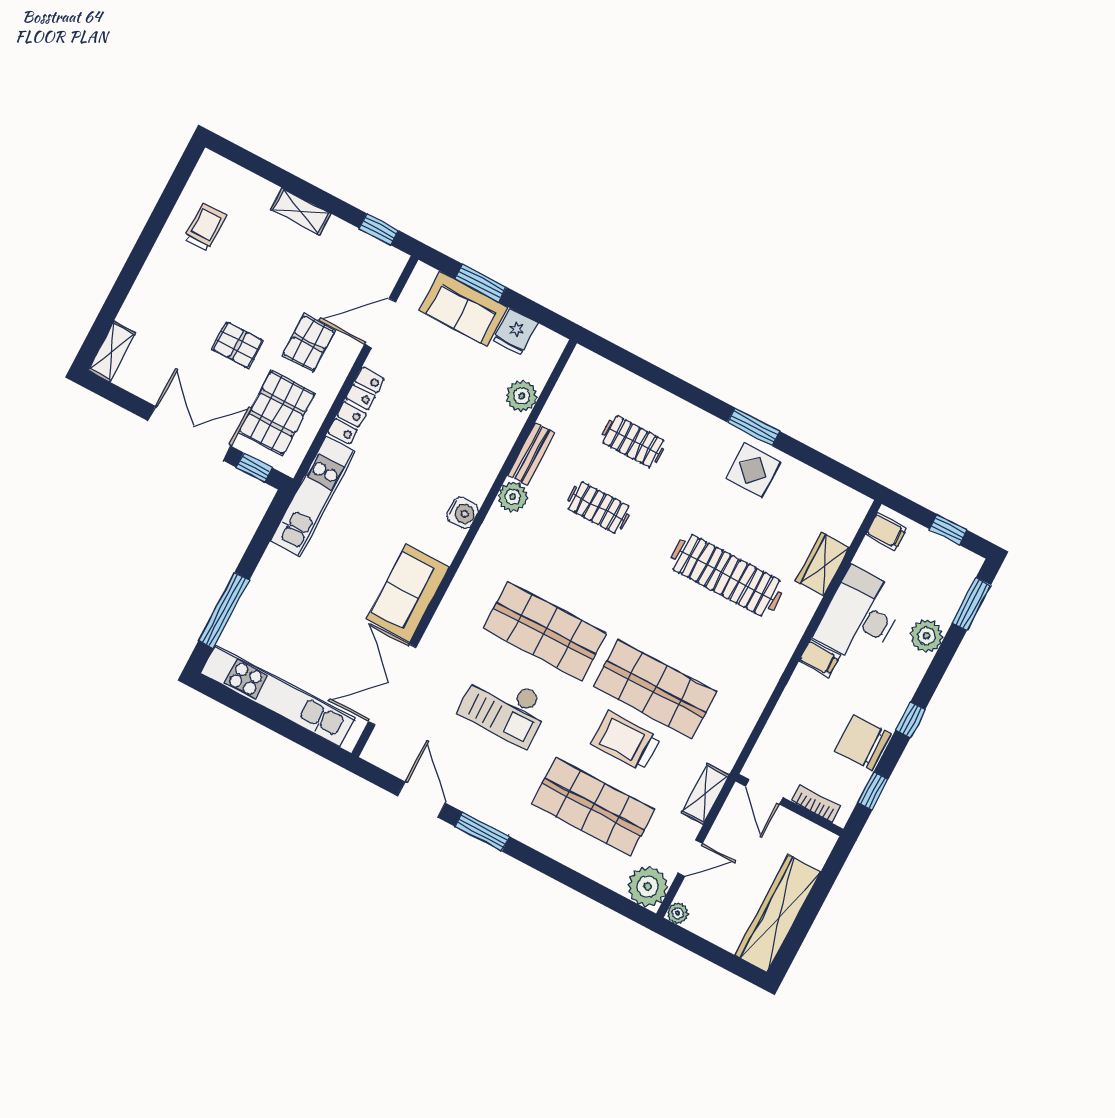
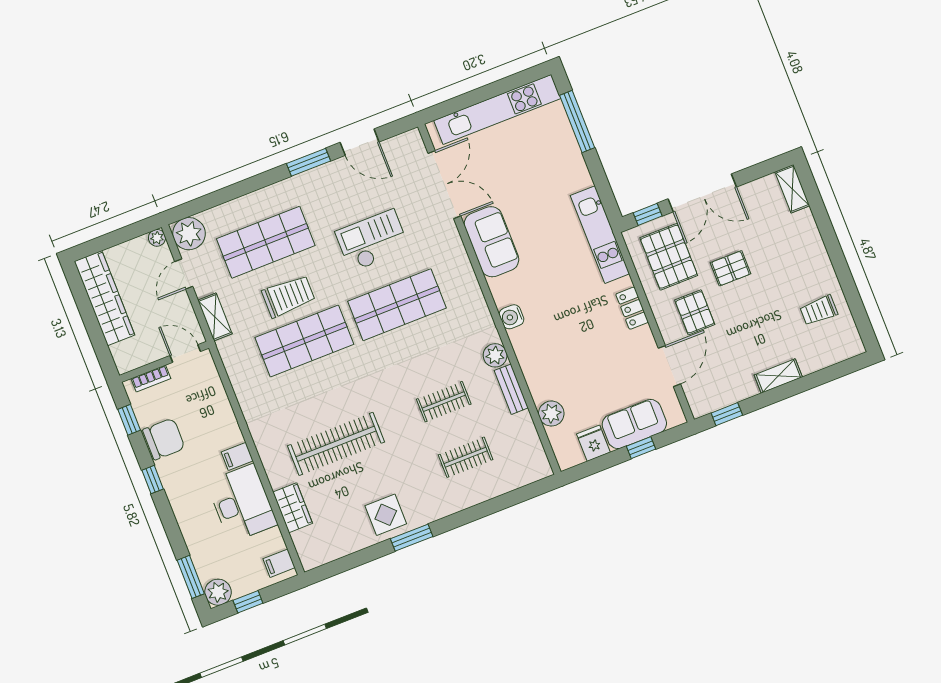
trolley: (205, 227) -> (819, 310), turned 90
window: (481, 283) -> (641, 448), width x0.67
locker: (356, 406) -> (632, 308), width x0.66
plant: (926, 636) -> (218, 592), moved

